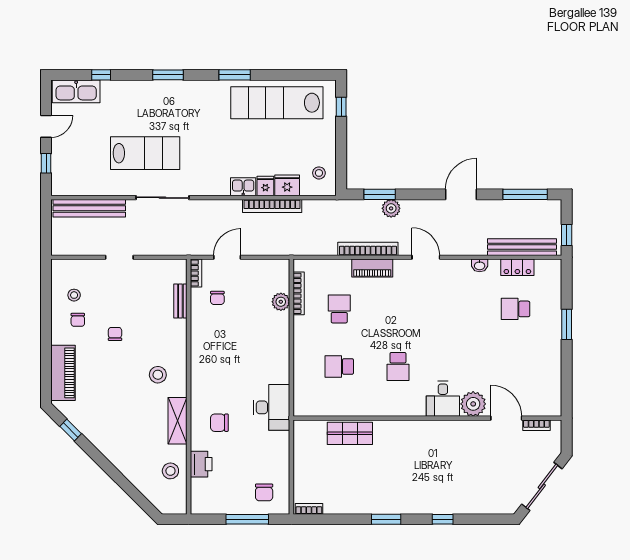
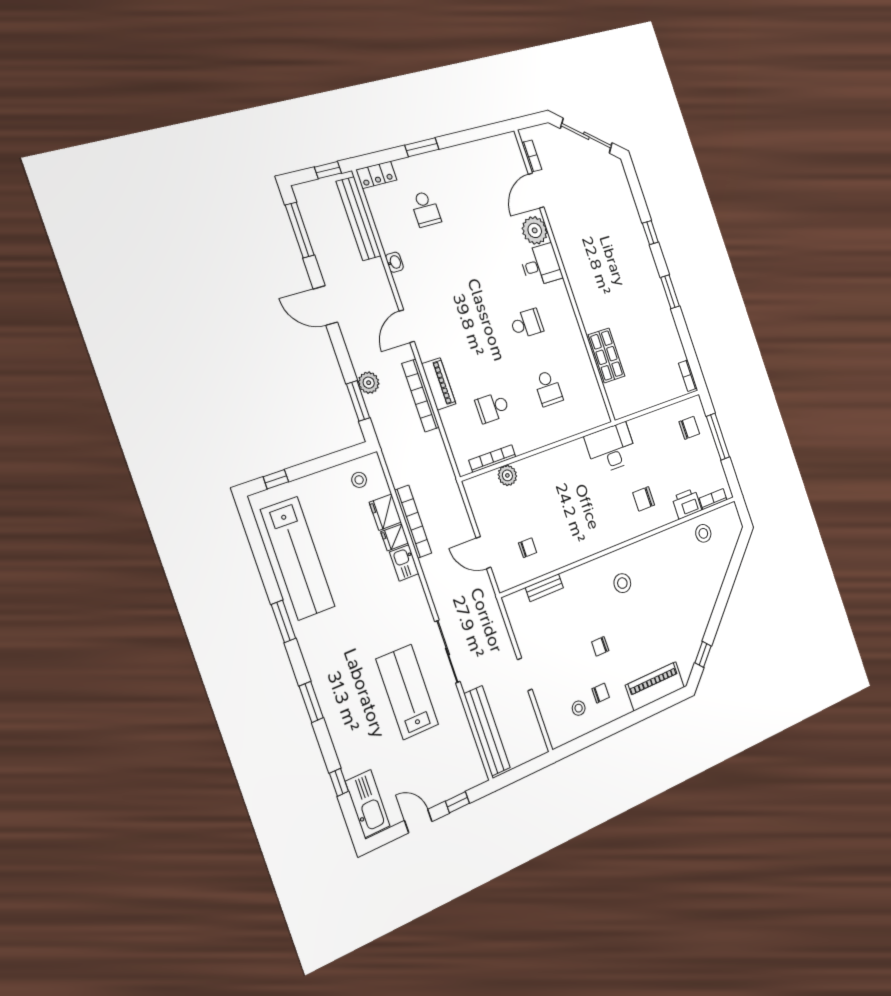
locker: (517, 267) -> (376, 175), moved, turned 90
bookcase: (196, 273) -> (713, 499), moved
shelving: (178, 421) -> (657, 544), removed
chair: (219, 423) -> (644, 499), turned 90

